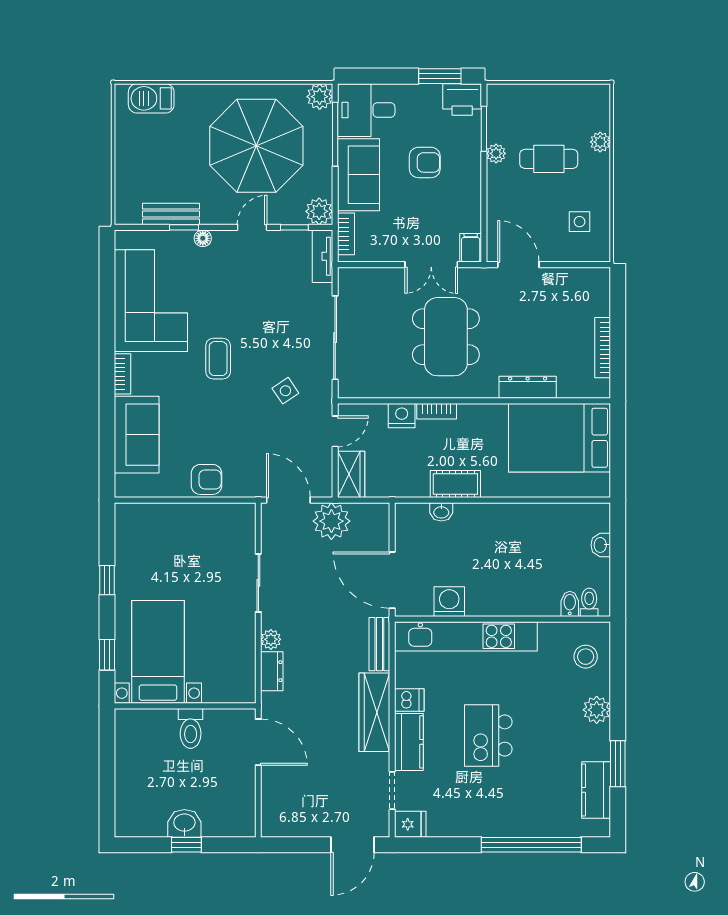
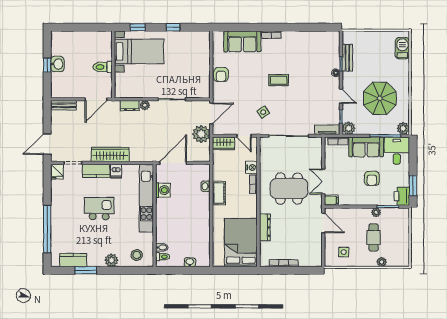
parasol: (256, 146) -> (380, 98), width x0.73, depth x0.73
door: (518, 265) -> (323, 223), hinge flipped
corner sofa: (151, 301) -> (306, 48), removed
bench: (379, 644) -> (63, 105), moved
door: (352, 845) -> (47, 144), hinge flipped

